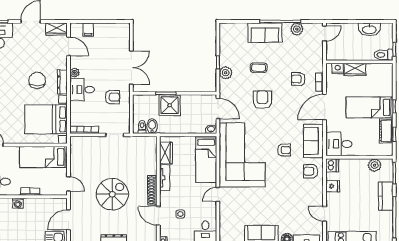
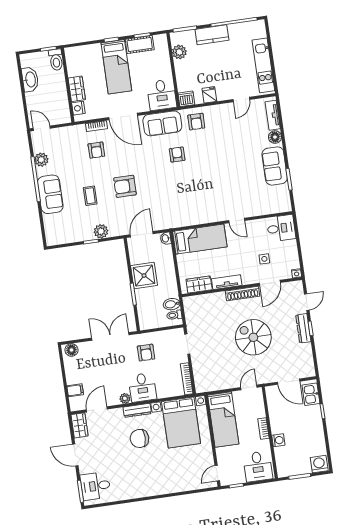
floor lamp: (124, 31) -> (71, 350), added
armchair: (112, 97) -> (146, 353), turned 180
shower: (170, 105) -> (144, 276), moved
corner sofa: (242, 155) -> (189, 200), removed

